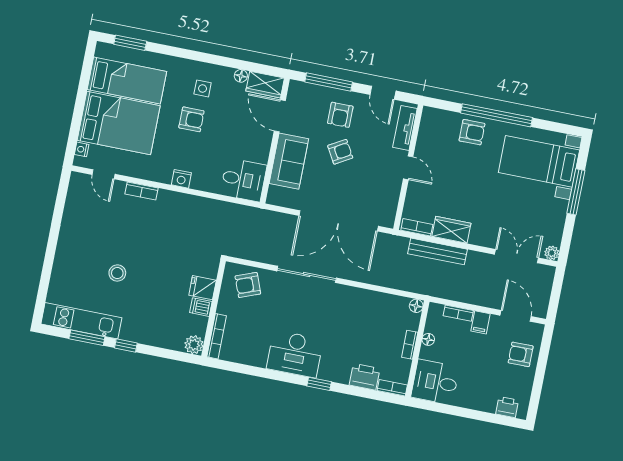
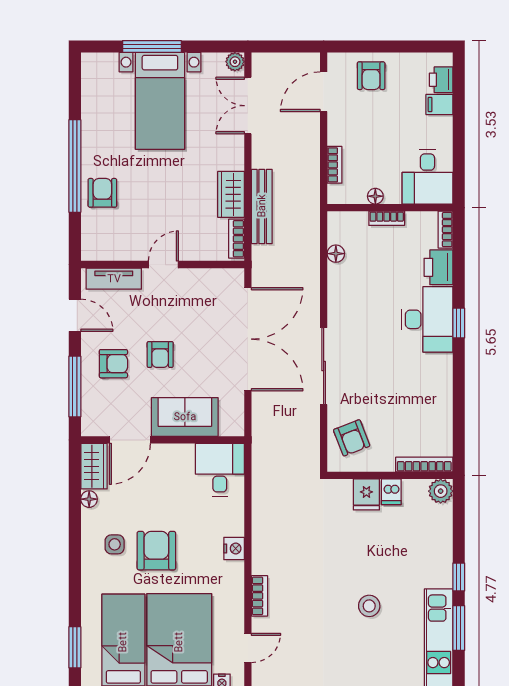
door: (383, 93) -> (75, 315), hinge flipped
armchair: (191, 119) -> (156, 551), width x1.38, depth x1.38
armchair: (340, 152) -> (160, 354), turned -150
bed with nightstands: (539, 161) -> (160, 101), moved
floor lamp: (416, 306) -> (336, 254), moved
filing cabinet: (480, 322) -> (439, 104), moved, turned 180
desk: (295, 354) -> (427, 319), moved

